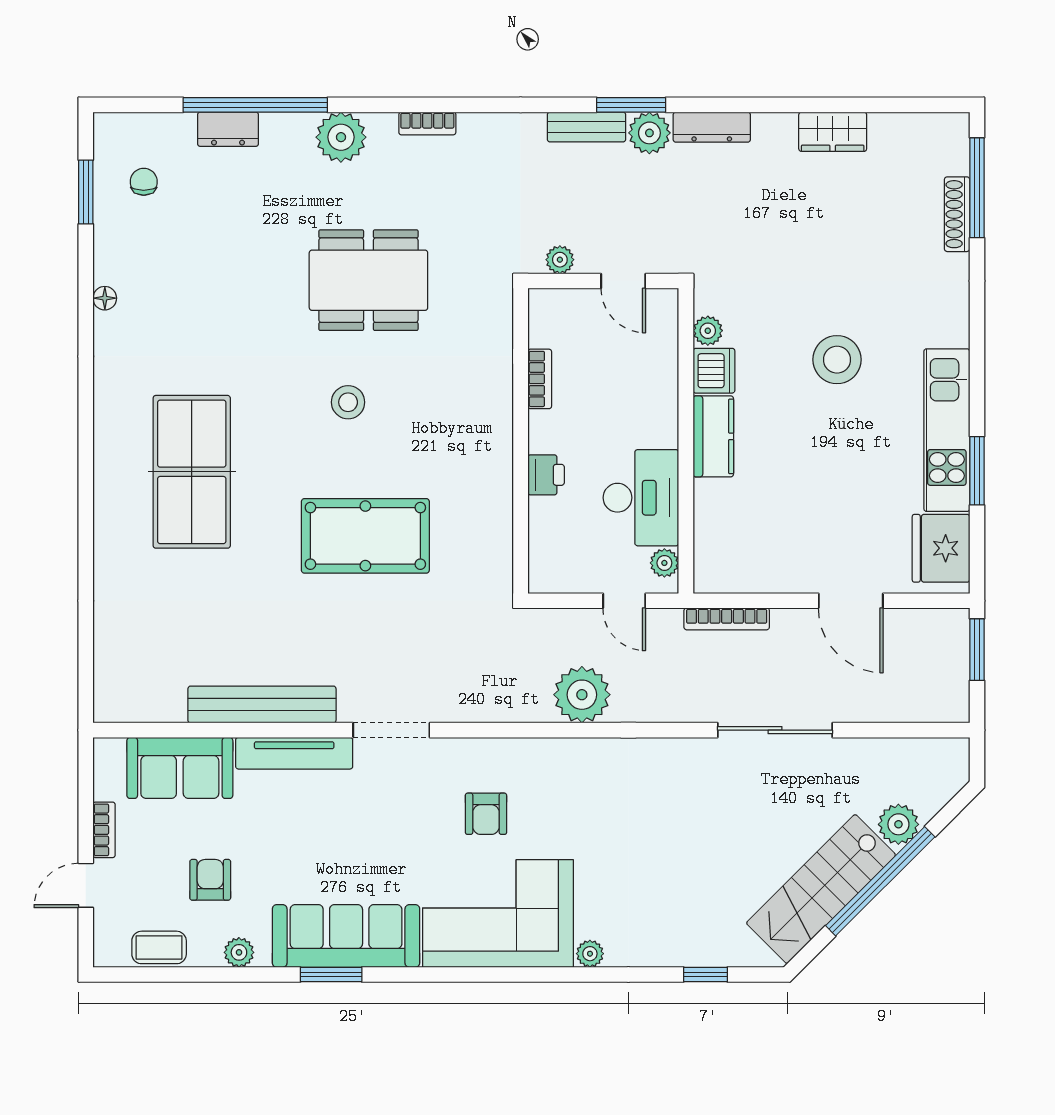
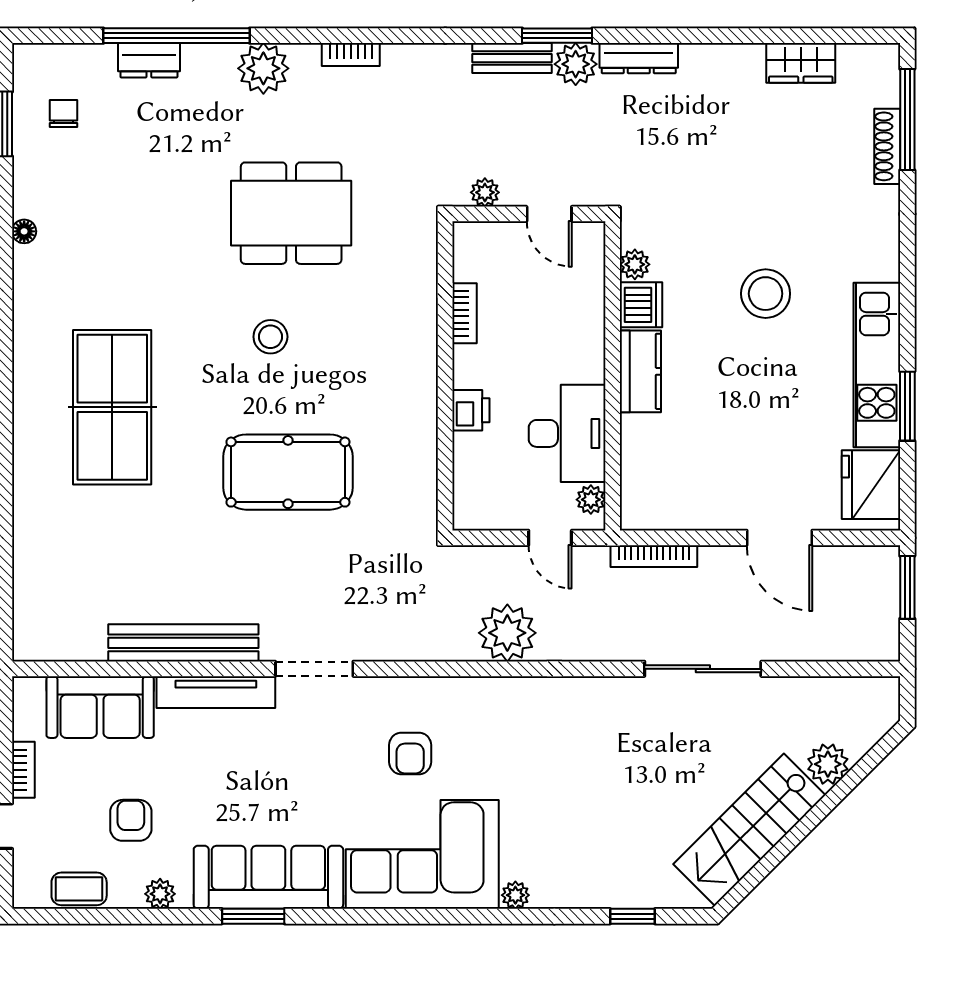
wardrobe: (833, 132) -> (801, 63), moved
window: (880, 881) -> (809, 822), removed

